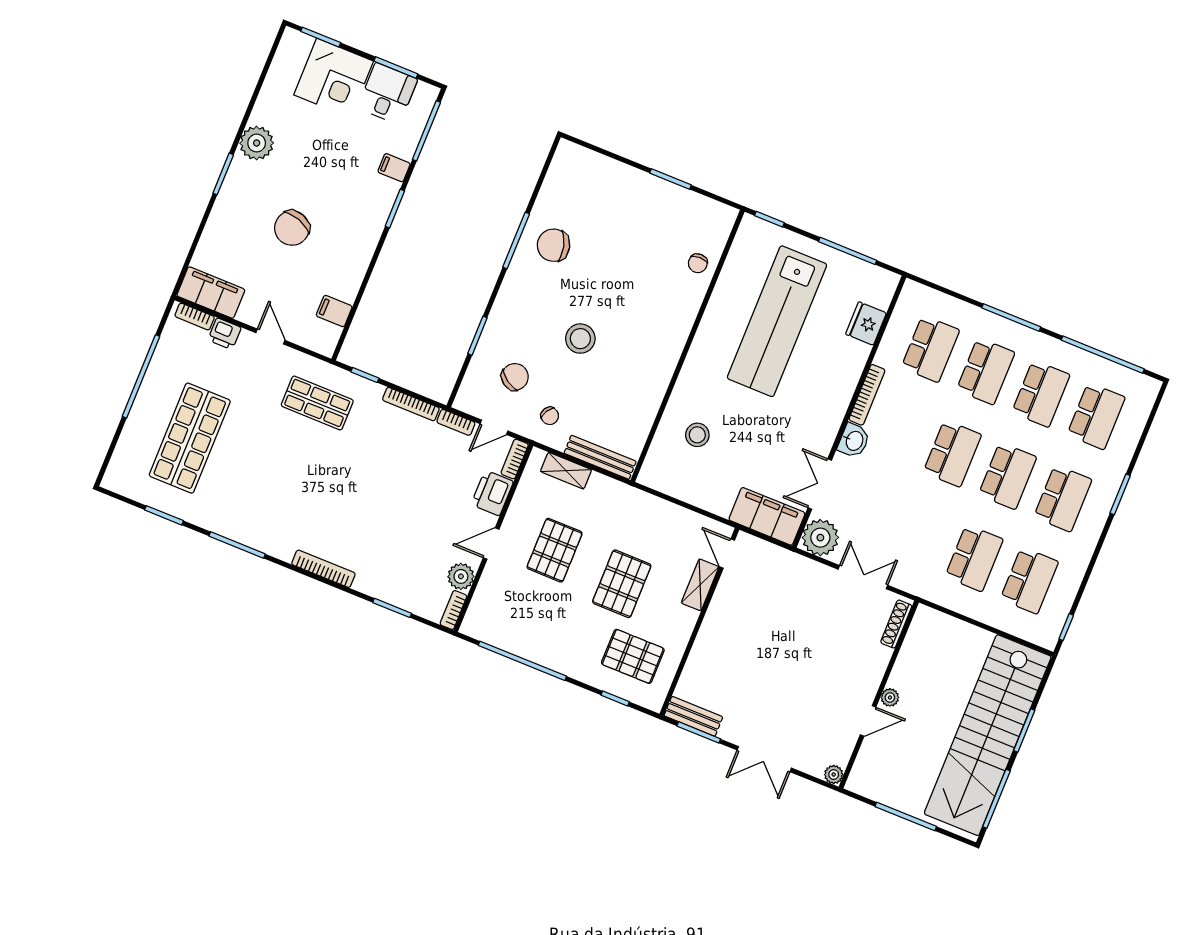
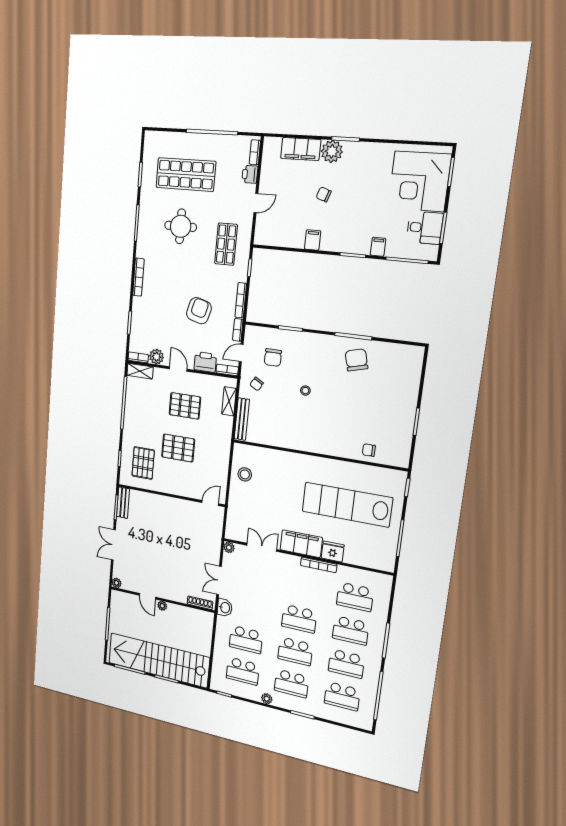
corner desk: (334, 78) -> (419, 181), width x1.36, depth x1.36
plant: (257, 143) -> (332, 151), moved
chair: (292, 228) -> (324, 194), width x0.54, depth x0.54
filing cabinet: (211, 293) -> (301, 149), moved, turned 90
filing cabinet: (334, 311) -> (313, 240), moved
fridge: (866, 324) -> (333, 551), moved
stool: (580, 339) -> (305, 391), width x0.53, depth x0.53
chair: (515, 377) -> (273, 357), turned 56
door: (494, 427) -> (241, 353), hinge flipped
stool: (697, 435) -> (245, 474), moved
washbasin: (854, 441) -> (225, 608), moved, turned -90
round table: (266, 471) -> (181, 226), added
armchair: (407, 479) -> (199, 311), added
filing cabinet: (767, 516) -> (301, 544), moved, turned -90
plant: (820, 538) -> (229, 547), width x0.53, depth x0.53
plant: (1084, 550) -> (267, 699), added
double door: (863, 577) -> (219, 580), swing flipped
shelving: (700, 585) -> (140, 371), moved

